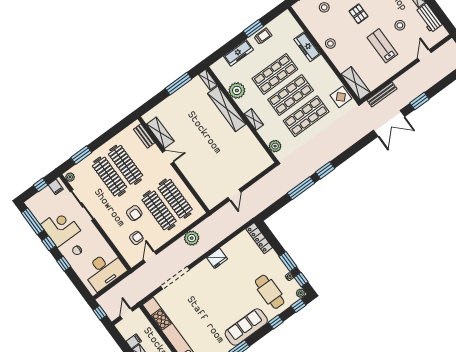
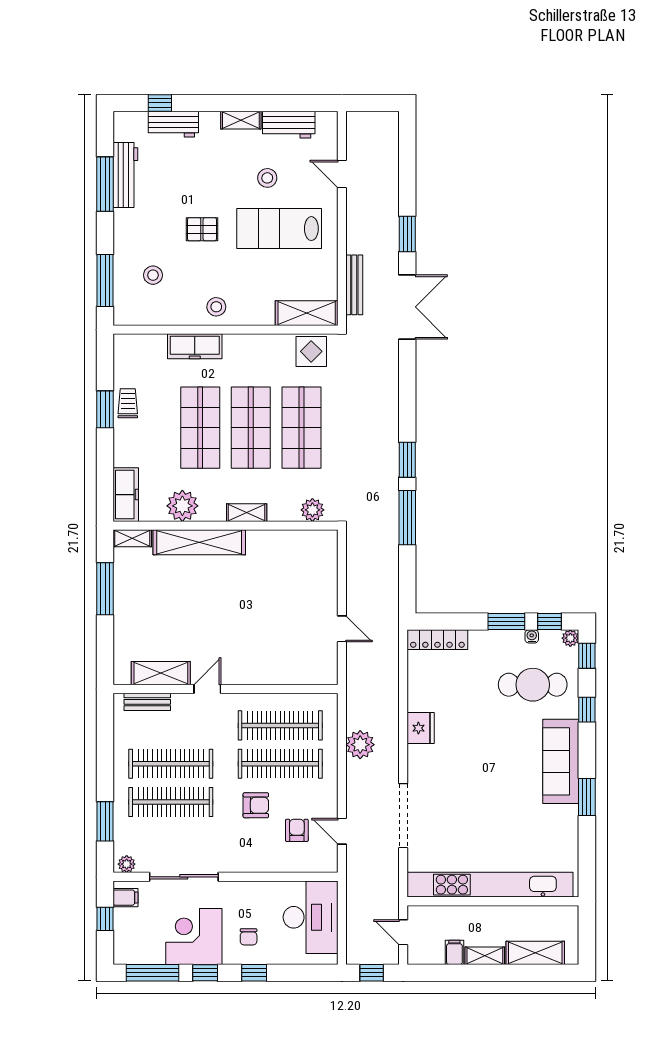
lab bench: (382, 46) -> (279, 229), width x1.36, depth x1.39
freezer: (238, 53) -> (126, 495), moved

